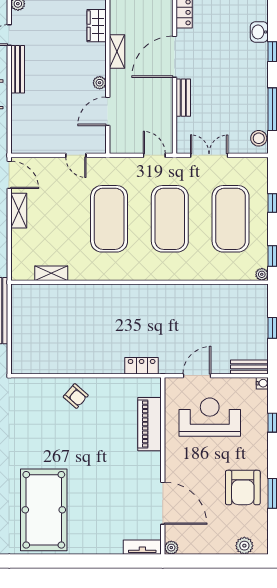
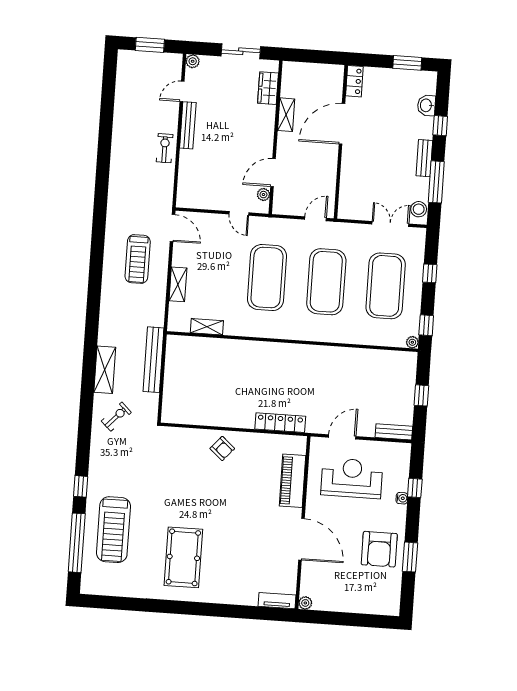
plant: (100, 83) -> (263, 195), moved
bench: (183, 98) -> (424, 158), moved
door: (154, 155) -> (316, 219), hinge flipped
double door: (209, 155) -> (390, 224), moved
shelving: (19, 211) -> (178, 284), moved
locker: (142, 366) -> (280, 423), width x1.53
water cooler: (262, 383) -> (402, 498), moved
door: (163, 503) -> (301, 539), moved
pool table: (44, 510) -> (183, 557), width x0.73, depth x0.76
plant: (244, 546) -> (377, 606), removed

